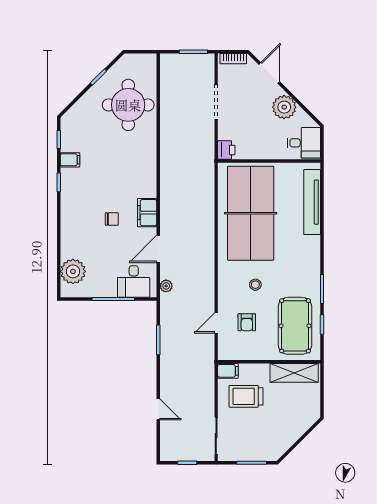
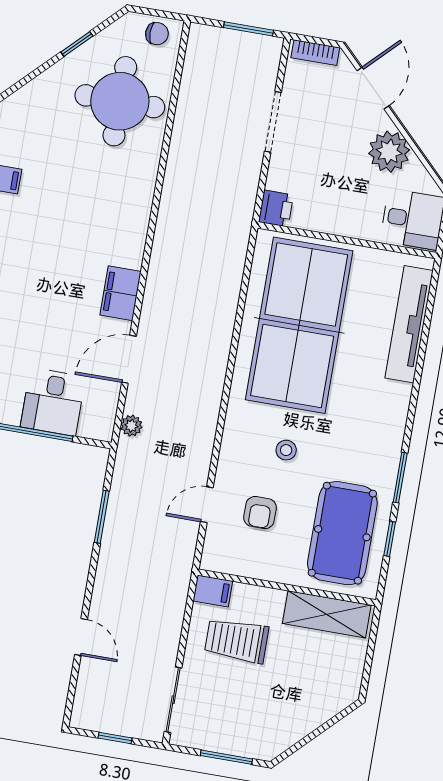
chair: (112, 219) -> (157, 34), moved
desk: (134, 280) -> (53, 402), moved

